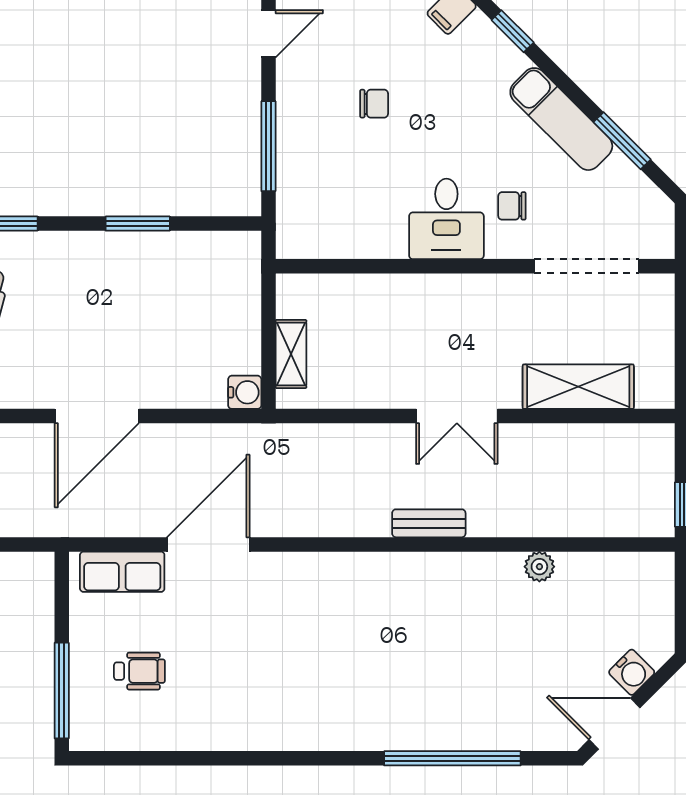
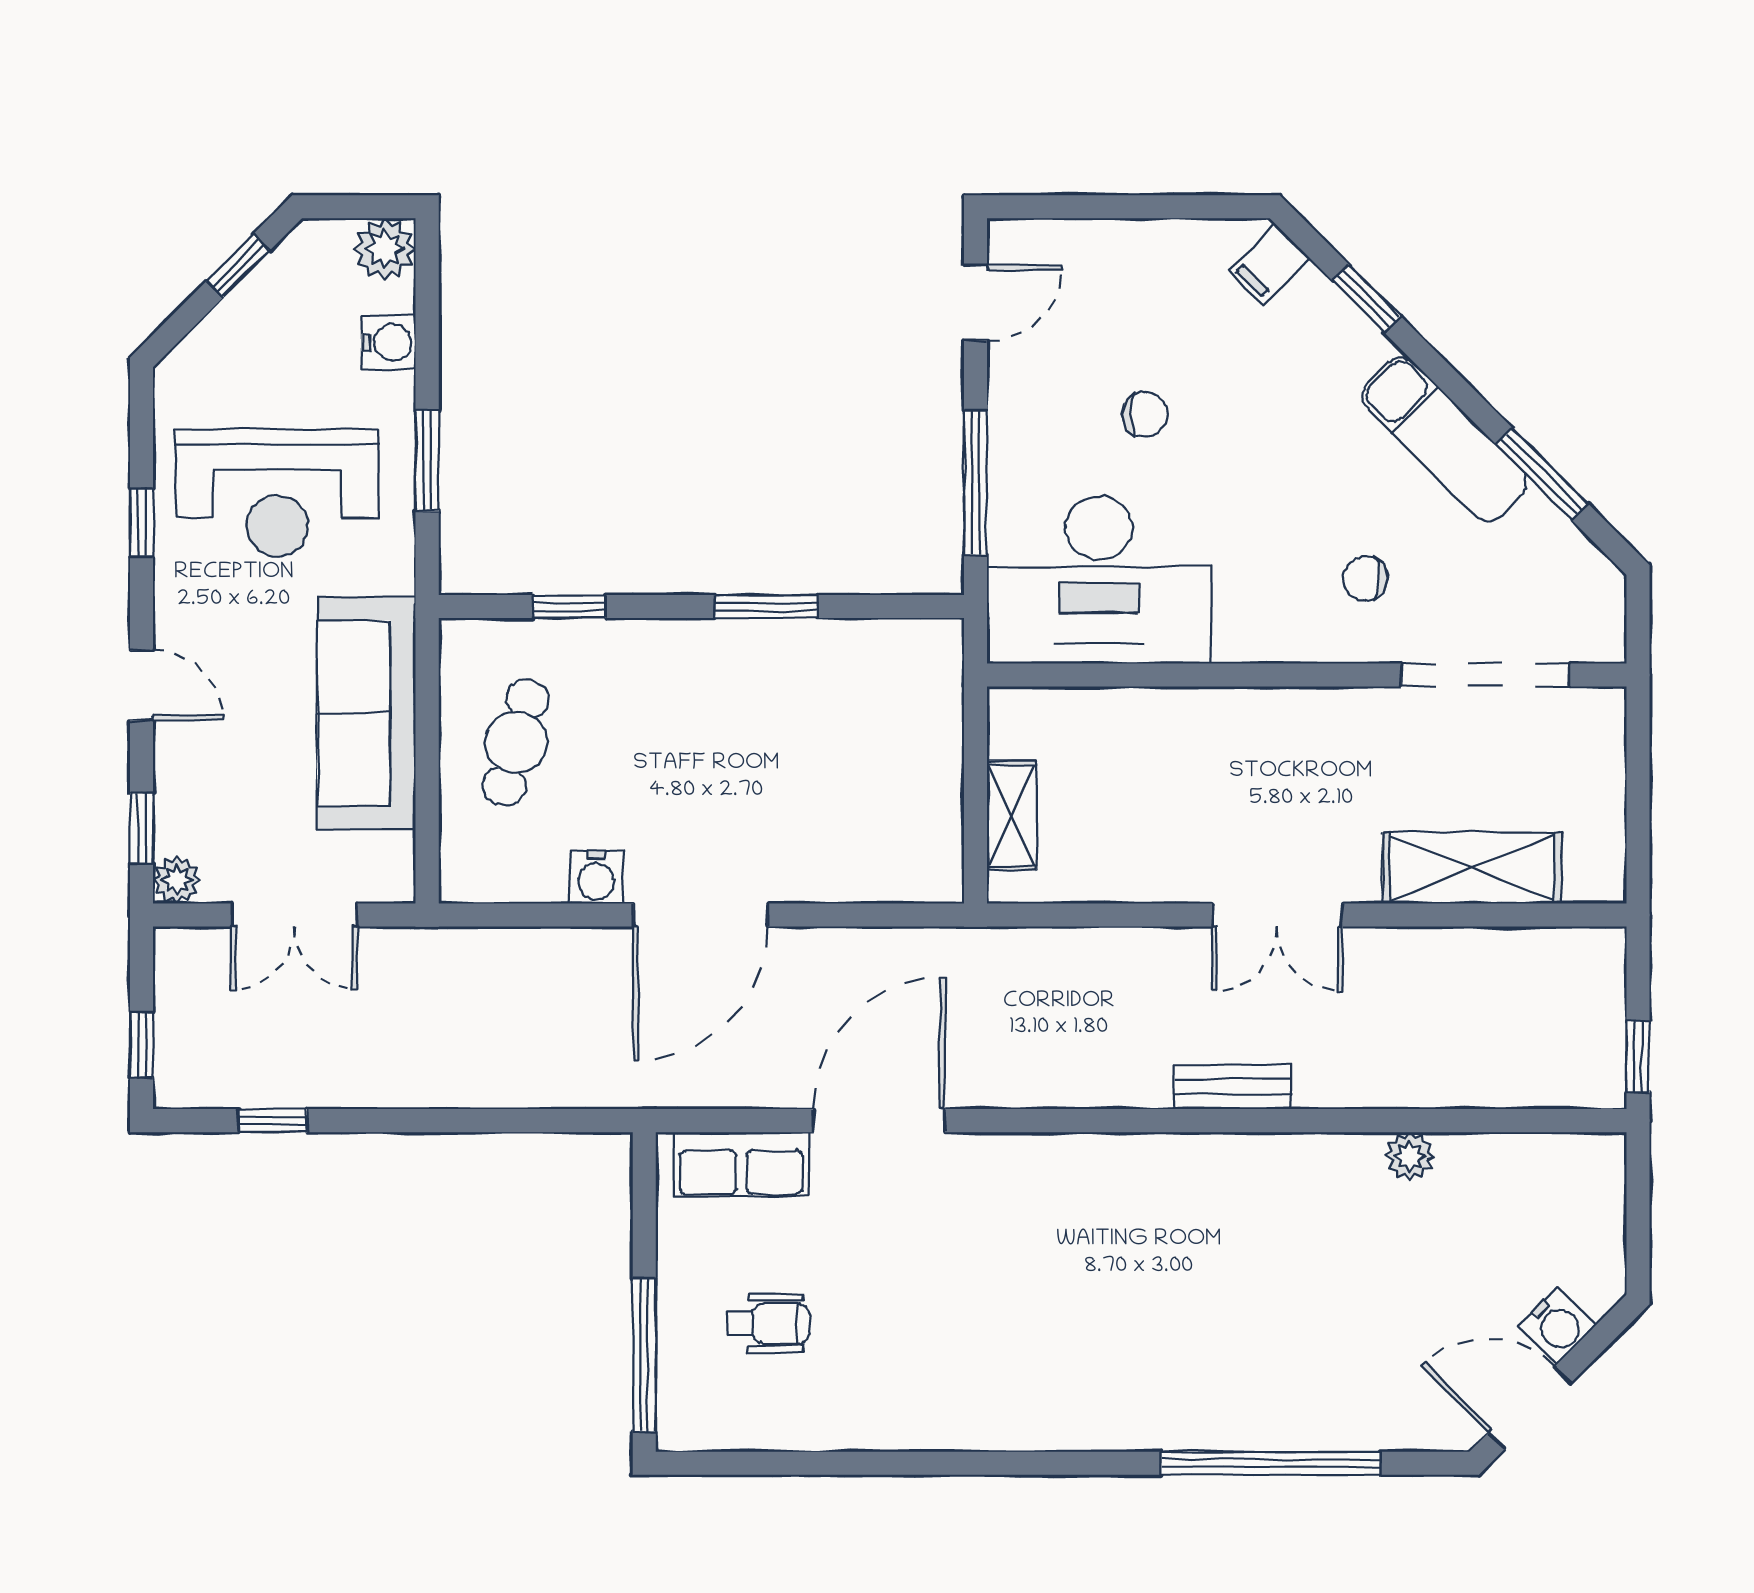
desk: (446, 219) -> (1099, 580), moved, width x1.87, depth x1.30
water cooler: (245, 392) -> (596, 877), moved, turned 90

